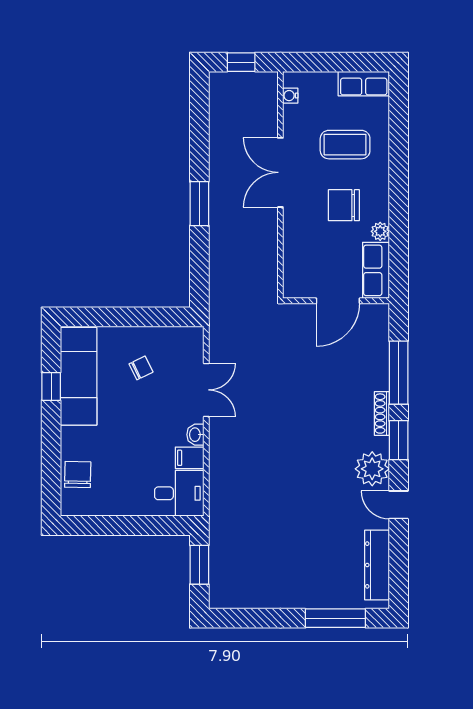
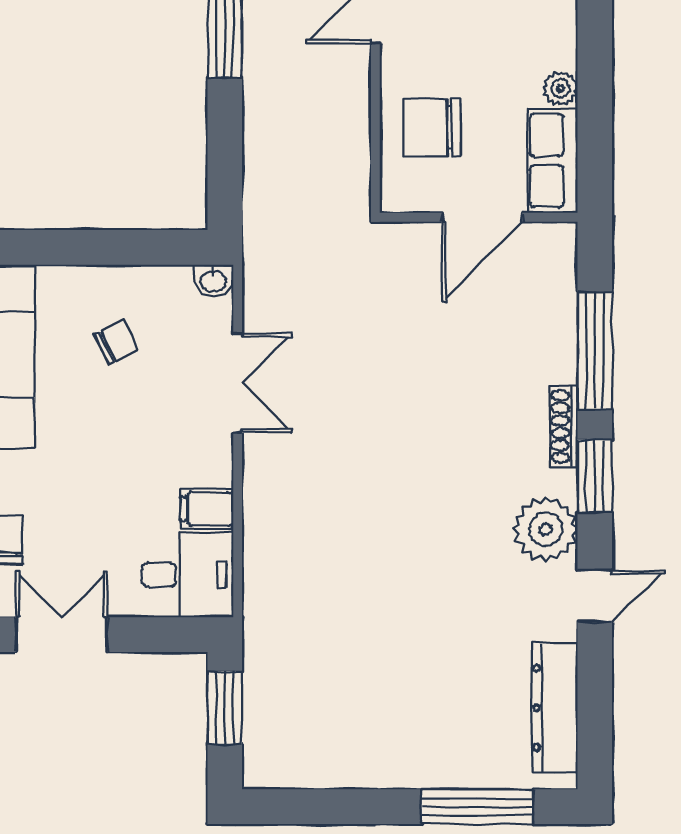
chair: (344, 205) -> (432, 127), moved
washbasin: (195, 435) -> (214, 280), moved, turned -90
door: (399, 505) -> (595, 596), swing flipped
double door: (111, 525) -> (62, 635), added

